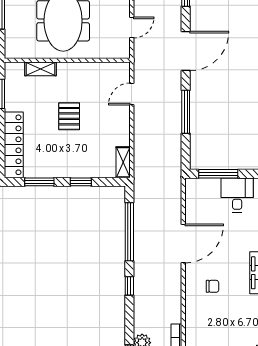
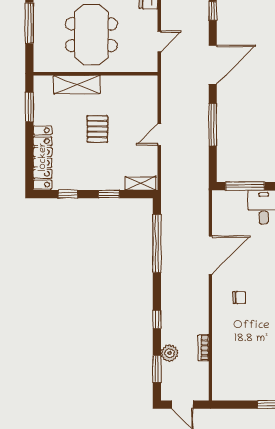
shelving: (41, 69) -> (77, 85), width x1.50, depth x1.33
door: (132, 94) -> (159, 135), moved
shelving: (123, 162) -> (140, 183), moved, turned 90
window: (39, 182) -> (68, 194), width x0.67
window: (129, 286) -> (157, 319), moved

